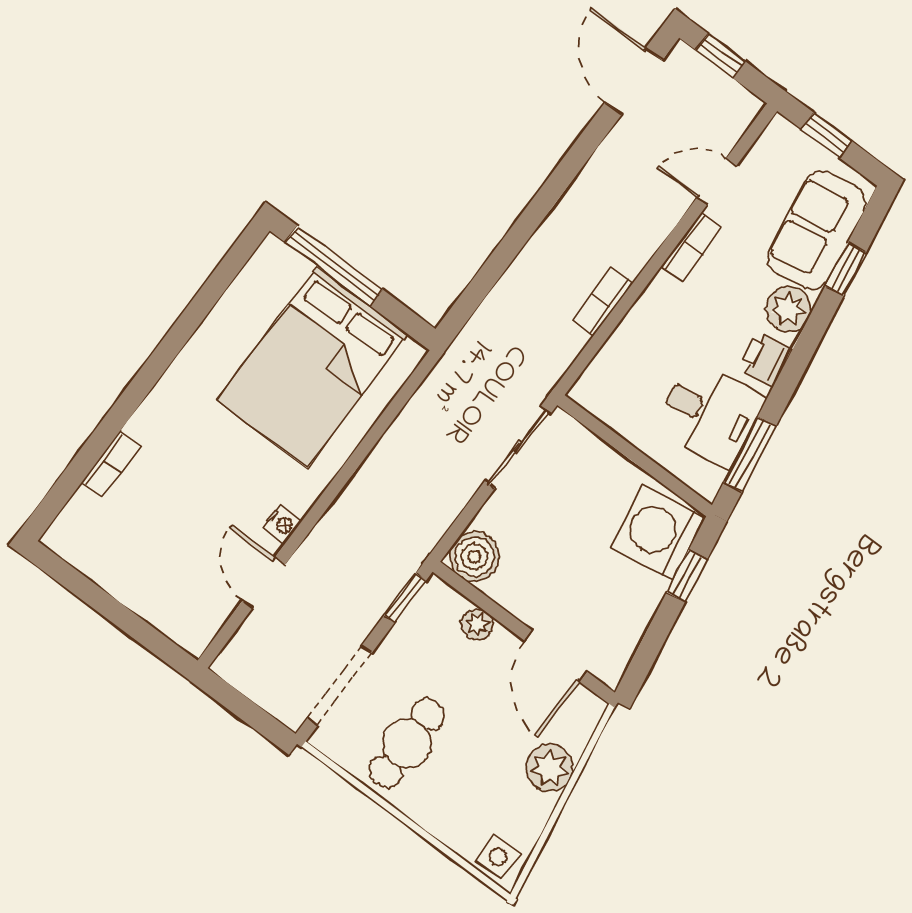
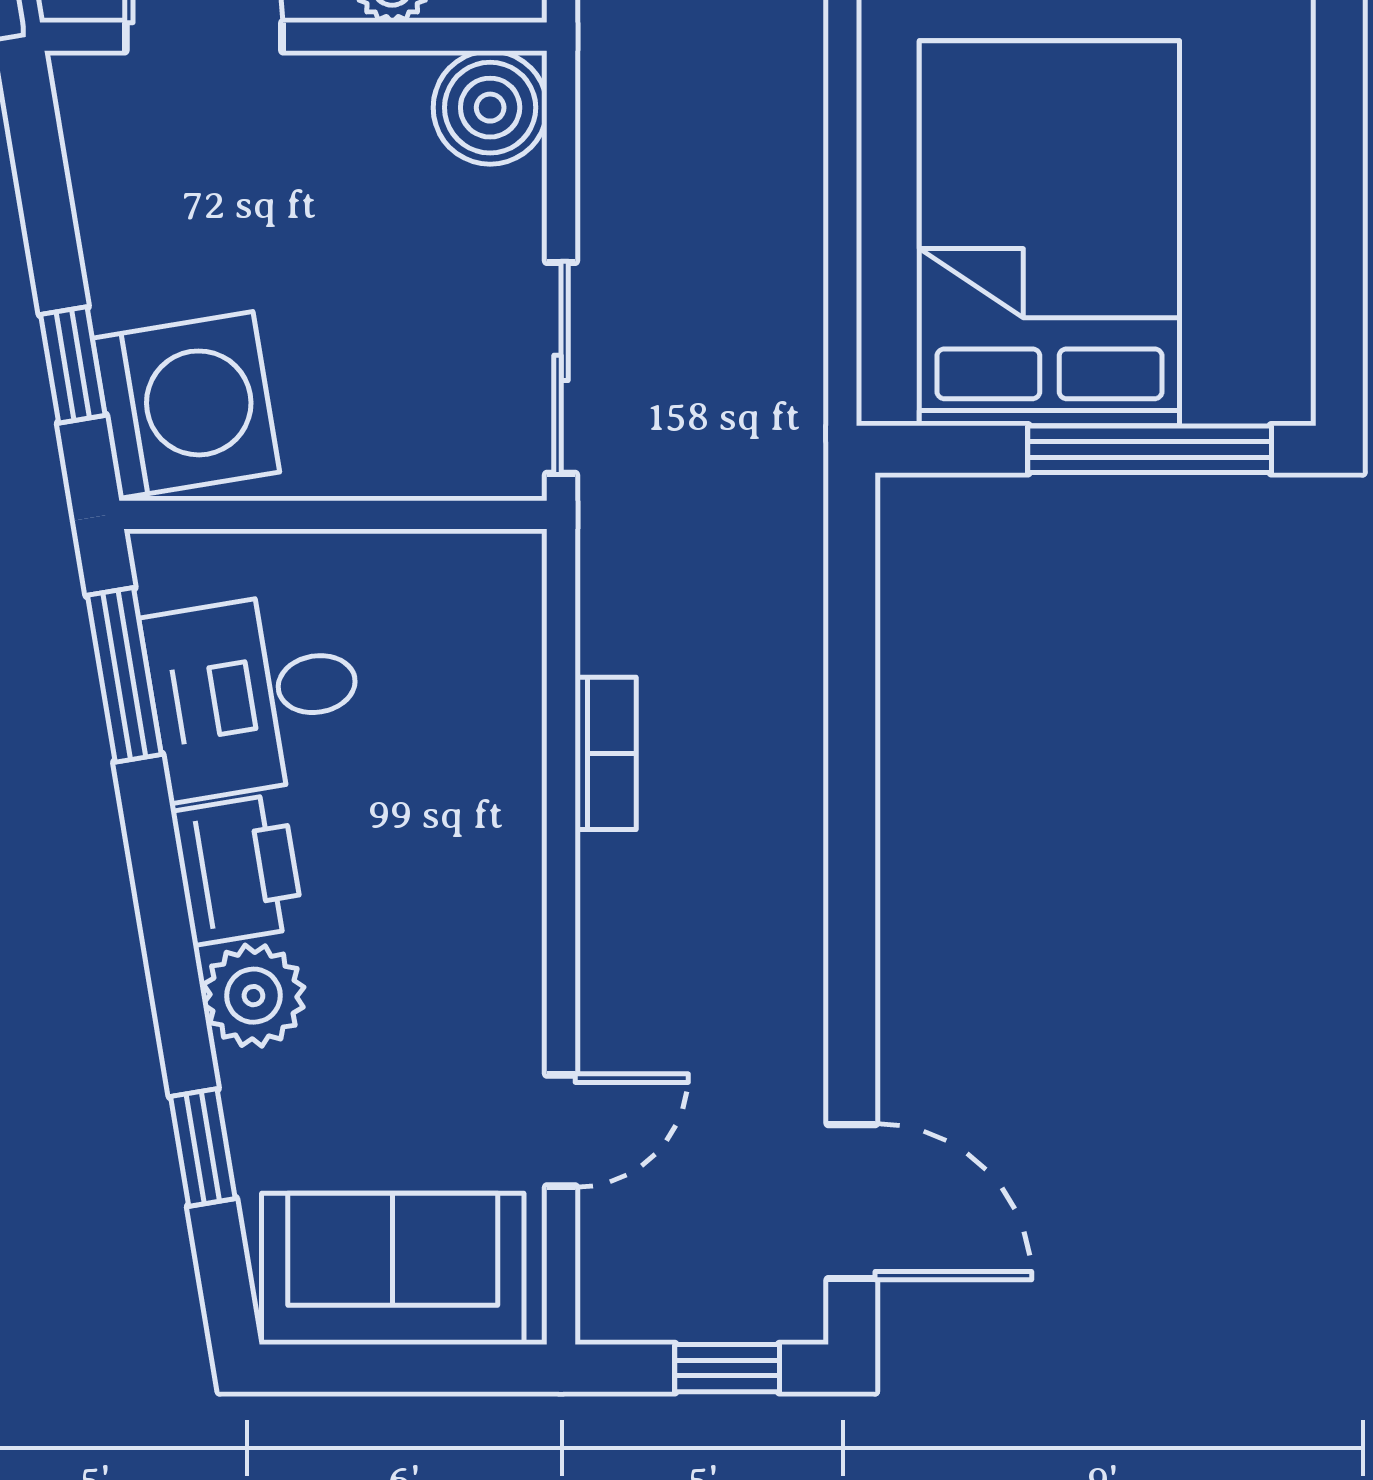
window: (826, 135) -> (423, 1368), removed
sofa: (817, 231) -> (393, 1269), moved, turned -81
bookcase: (691, 248) -> (516, 975), removed
printer: (765, 359) -> (238, 869), width x1.36, depth x1.24

